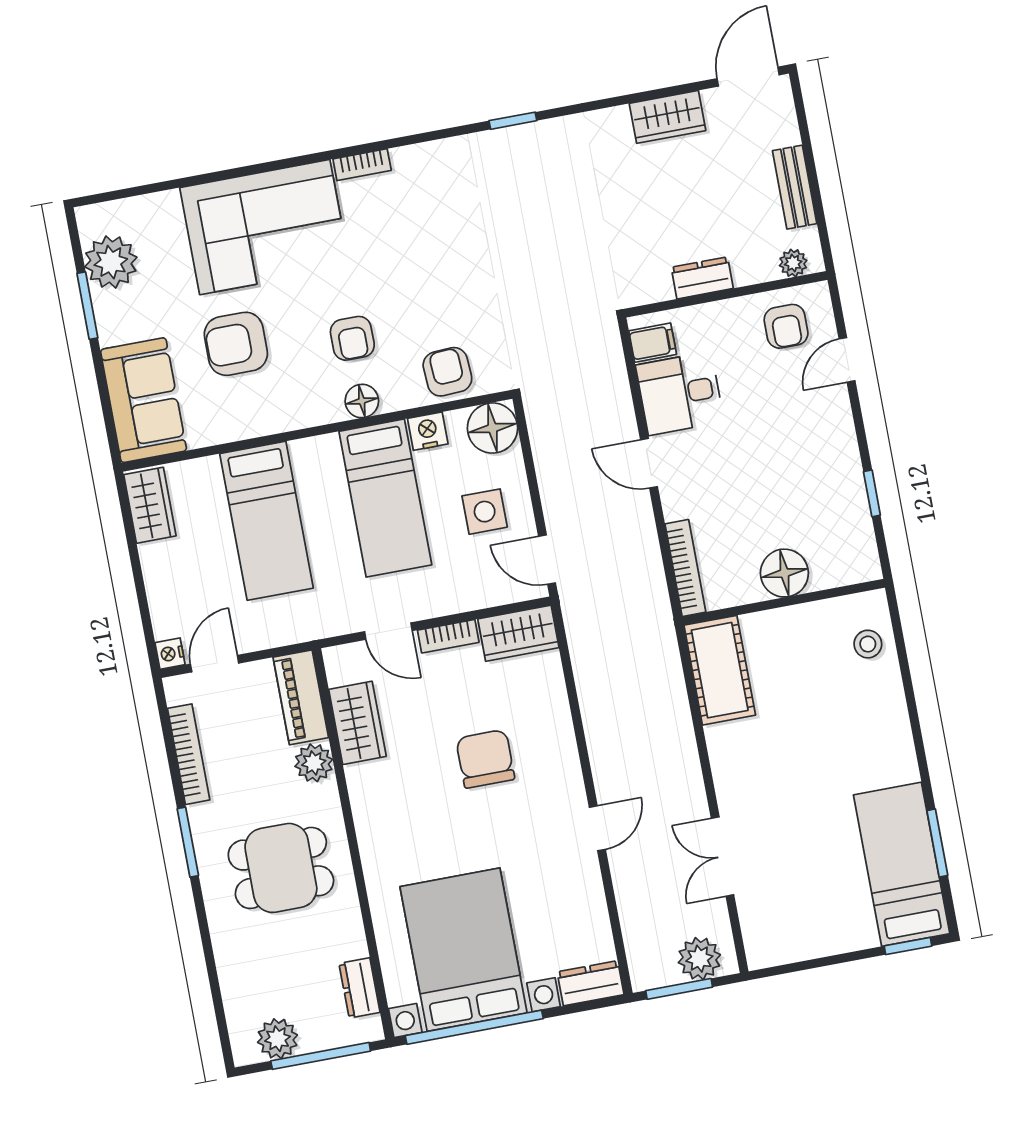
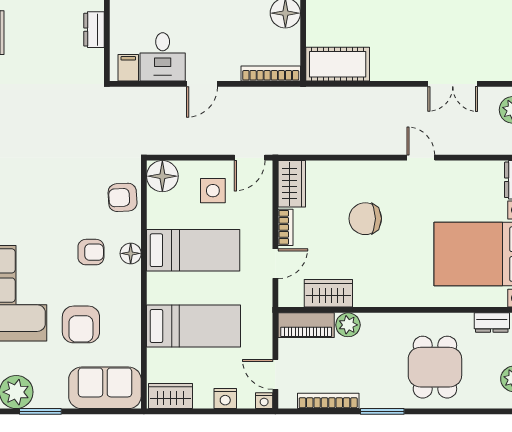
nightstand: (428, 431) -> (225, 398), moved, turned -90
dining table: (281, 868) -> (435, 367), moved

